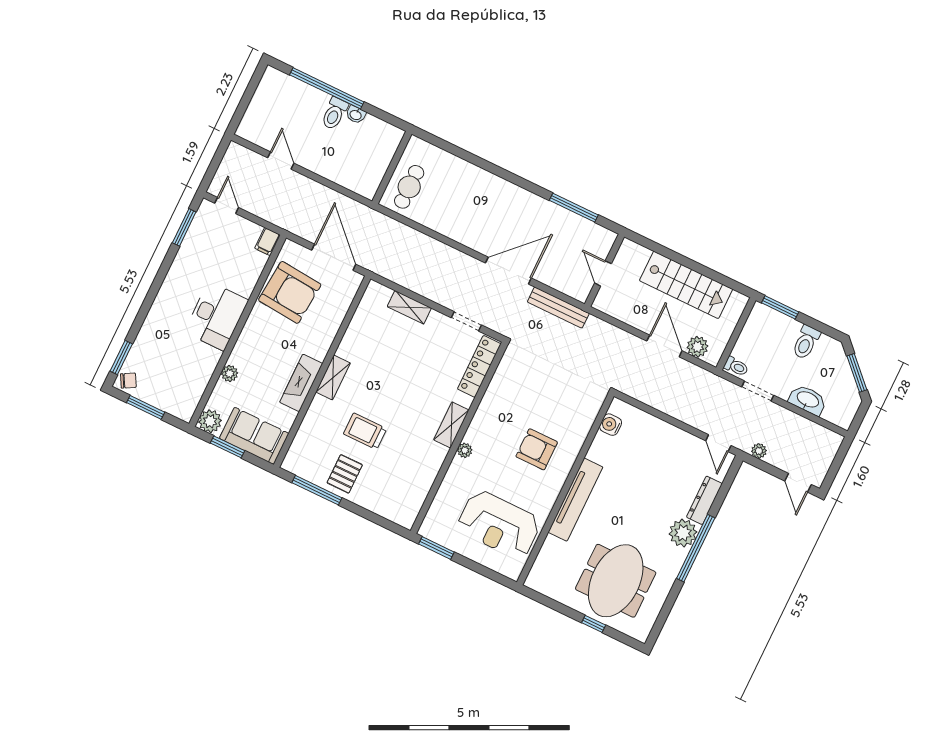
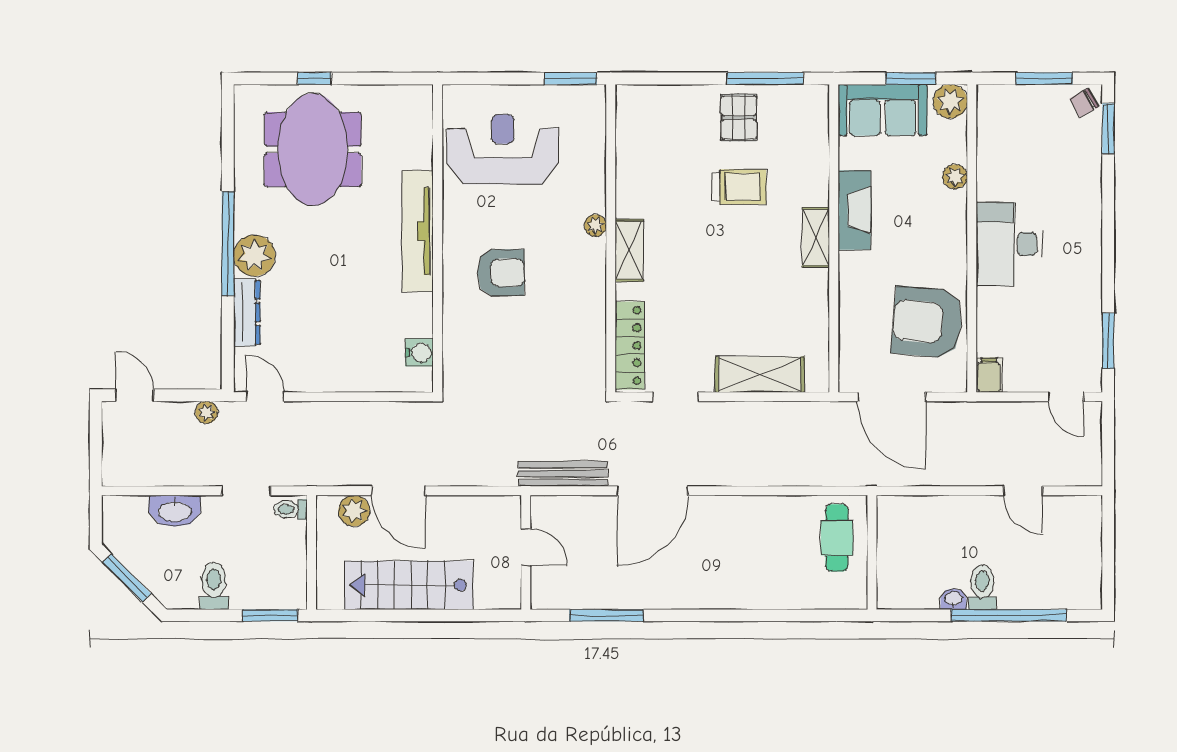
shelving: (409, 307) -> (760, 375), width x1.50, depth x1.33

